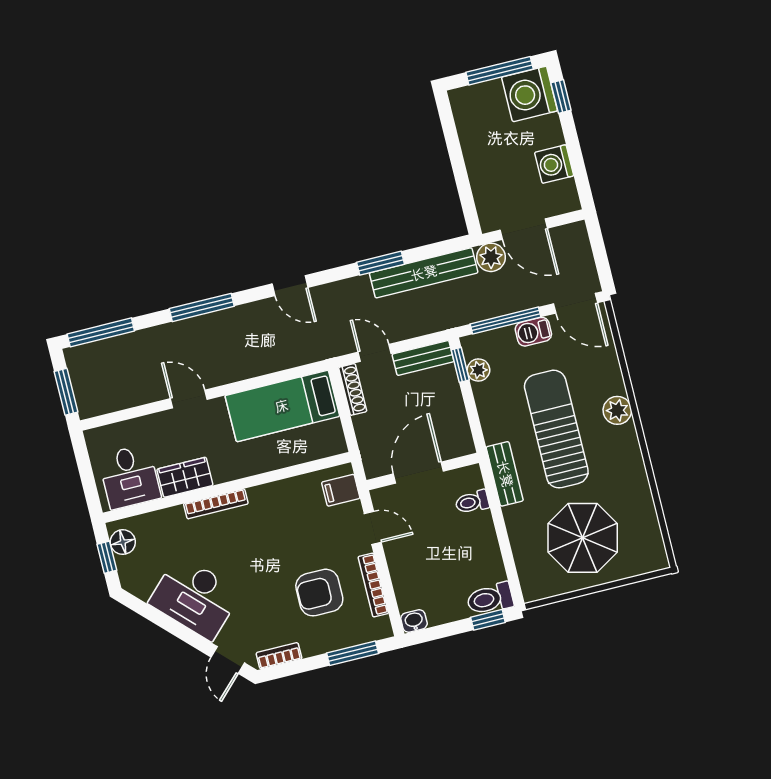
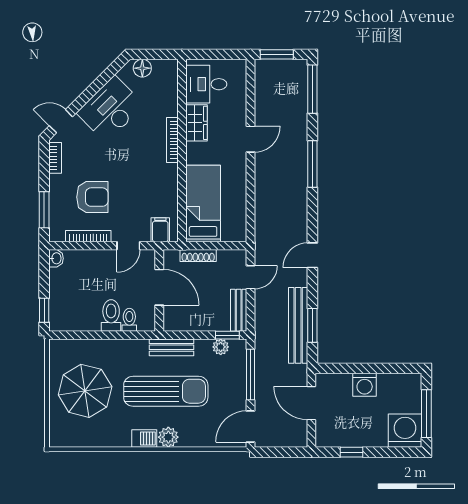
window: (561, 97) -> (352, 452), moved
washing machine: (554, 164) -> (365, 385), moved, turned 180
door: (524, 229) -> (311, 403), hinge flipped
plant: (491, 257) -> (297, 375), removed
window: (381, 263) -> (312, 325), moved
door: (290, 286) -> (312, 255), moved
barbecue: (533, 332) -> (144, 439), moved, turned 90
shoe rack: (353, 389) -> (198, 256), moved
bed: (282, 406) -> (203, 203), moved
bench: (505, 474) -> (172, 347), moved
floor lamp: (123, 542) -> (142, 68), moved
window: (107, 557) -> (154, 54), removed
armchair: (319, 593) -> (92, 197), turned 90
toilet: (490, 599) -> (111, 315), moved

